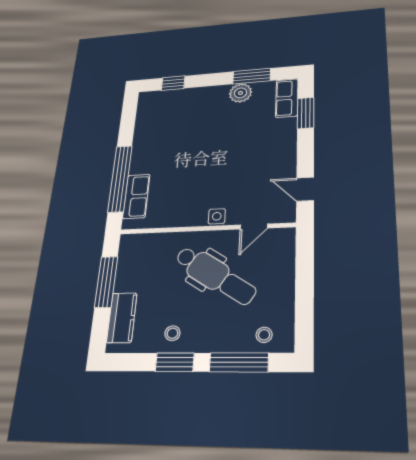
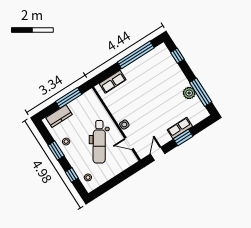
window: (252, 76) -> (201, 92), width x1.44
row of seats: (287, 98) -> (180, 128), moved
window: (306, 113) -> (183, 137), moved
window: (120, 178) -> (136, 55), moved
window: (239, 362) -> (72, 175), width x0.46

